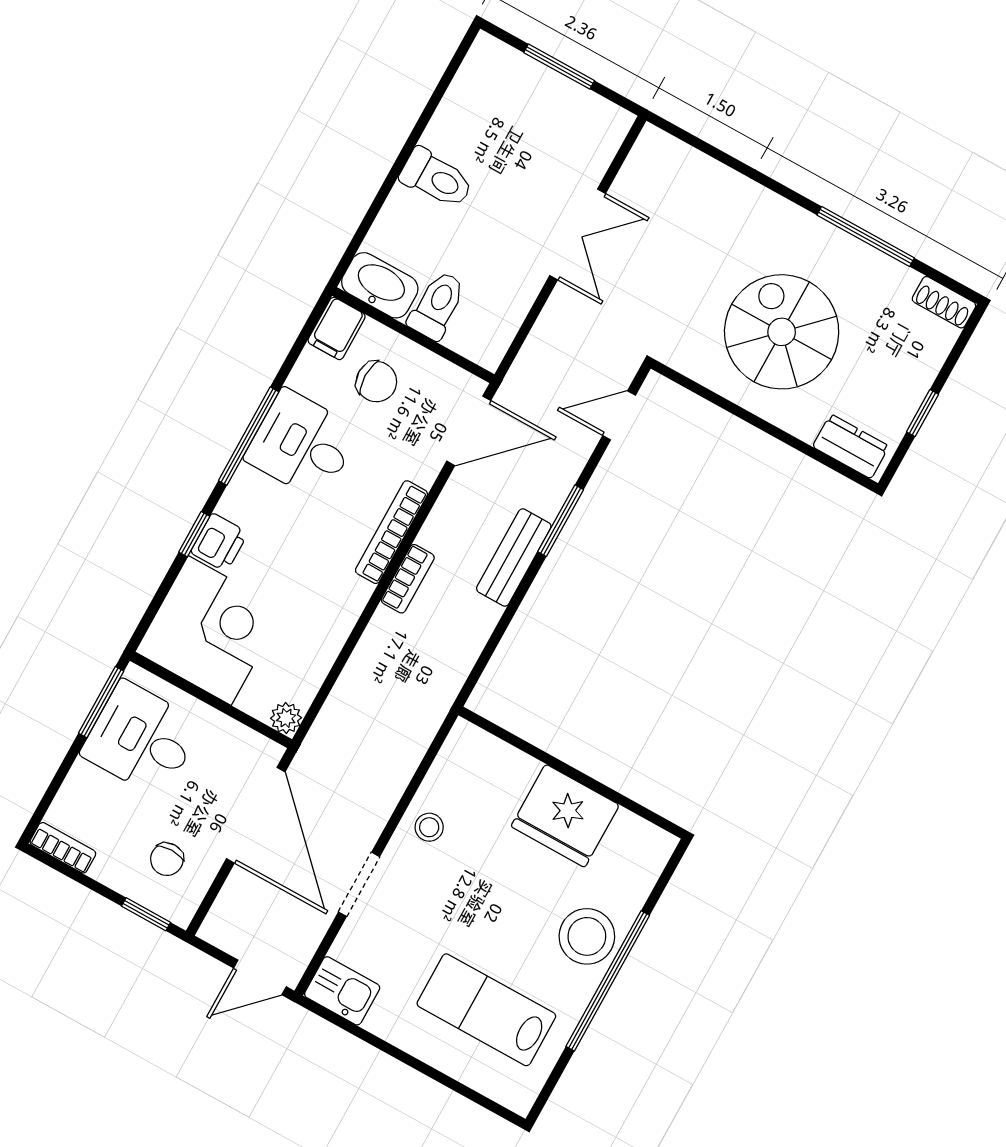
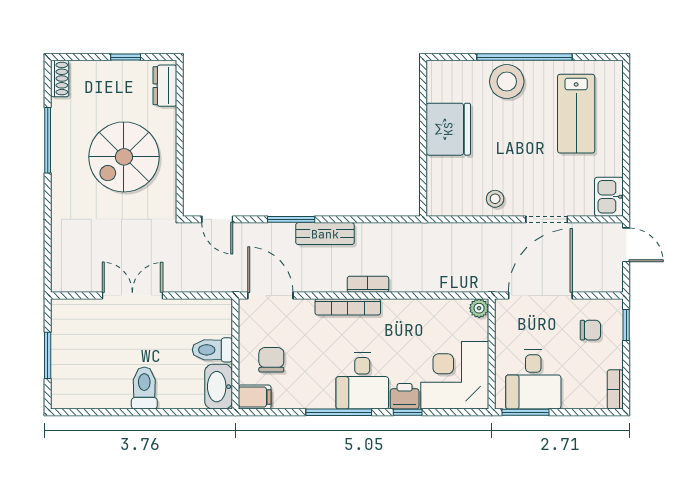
desk: (302, 444) -> (362, 381), moved

